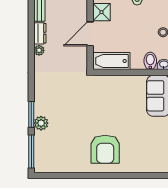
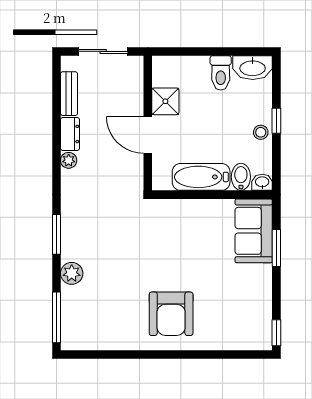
door: (90, 34) -> (148, 135), hinge flipped
bathtub: (111, 61) -> (201, 177), moved
window: (31, 114) -> (56, 234), moved

